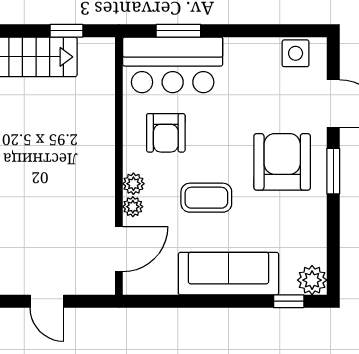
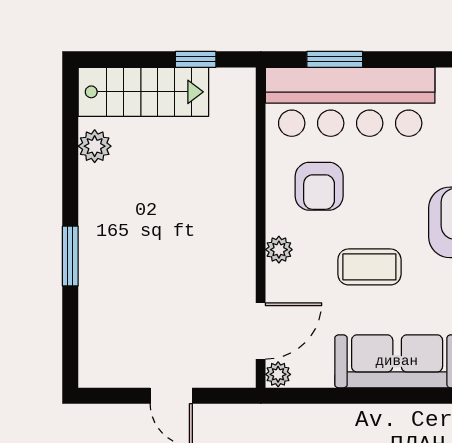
bar counter: (173, 65) -> (350, 102), width x1.36
plant: (133, 207) -> (278, 374), moved

